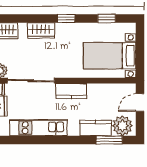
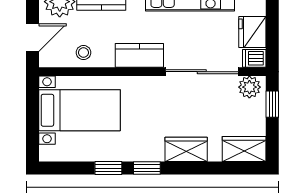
window: (107, 19) -> (108, 168), moved
stool: (107, 93) -> (83, 53), added

